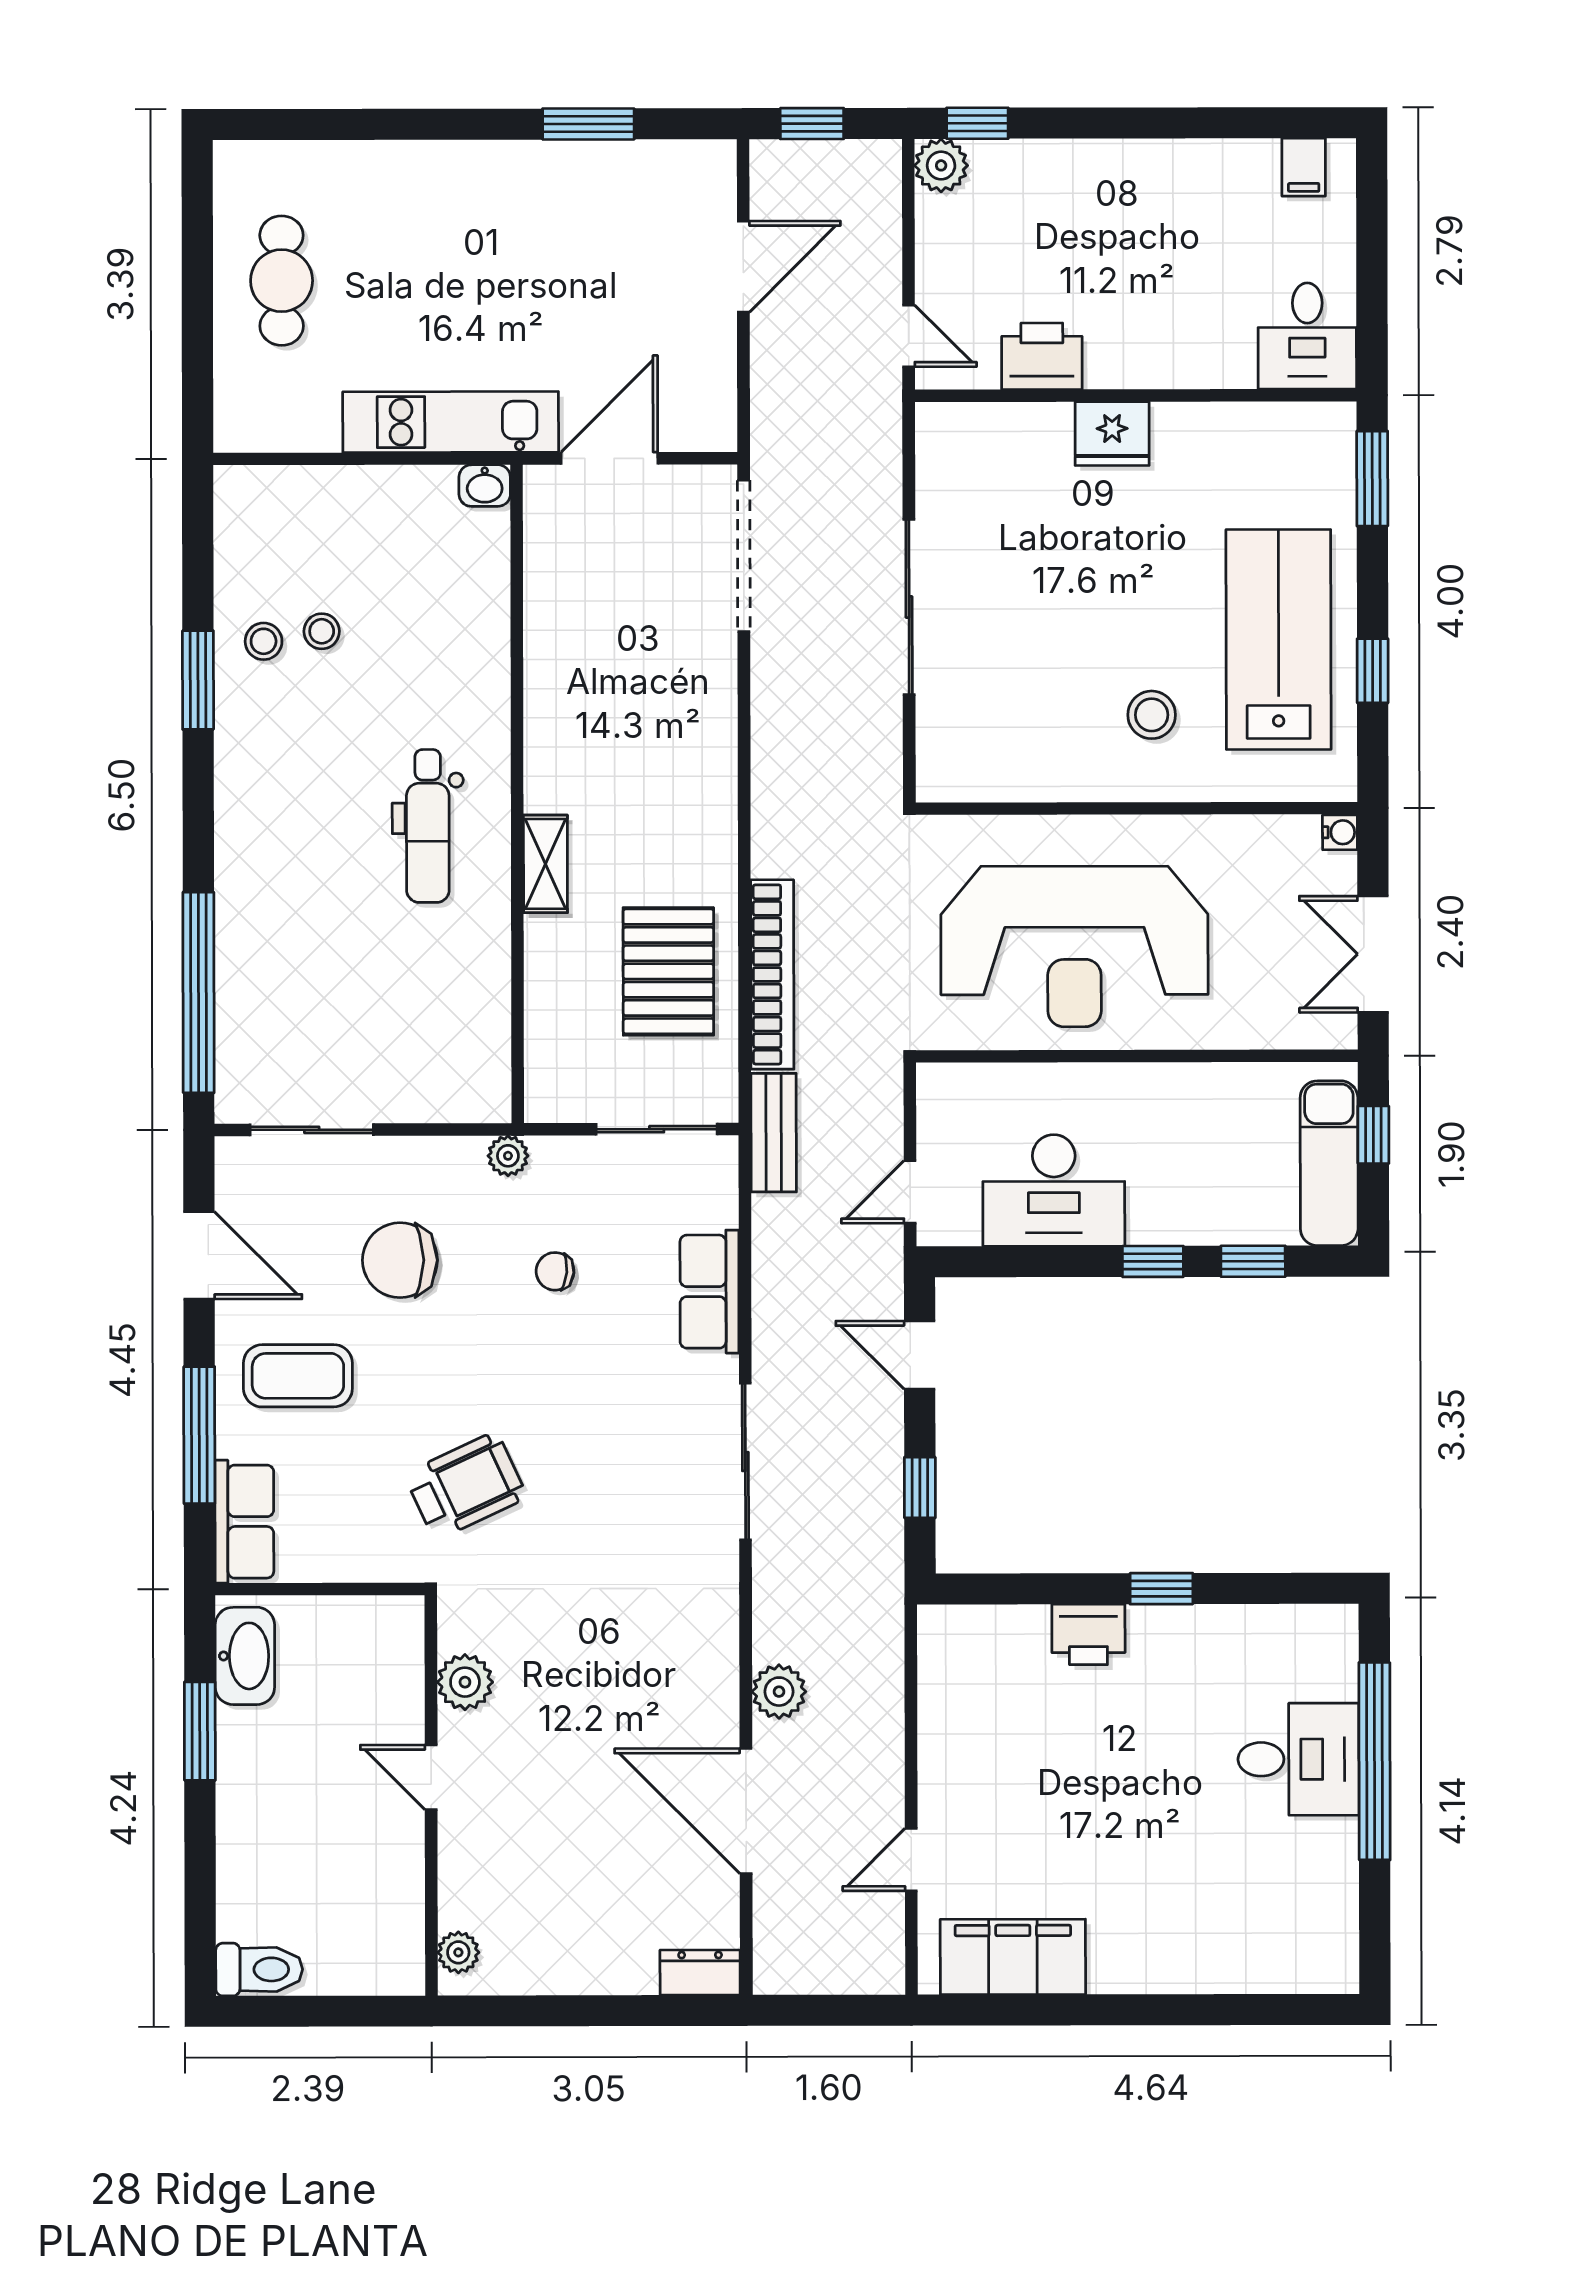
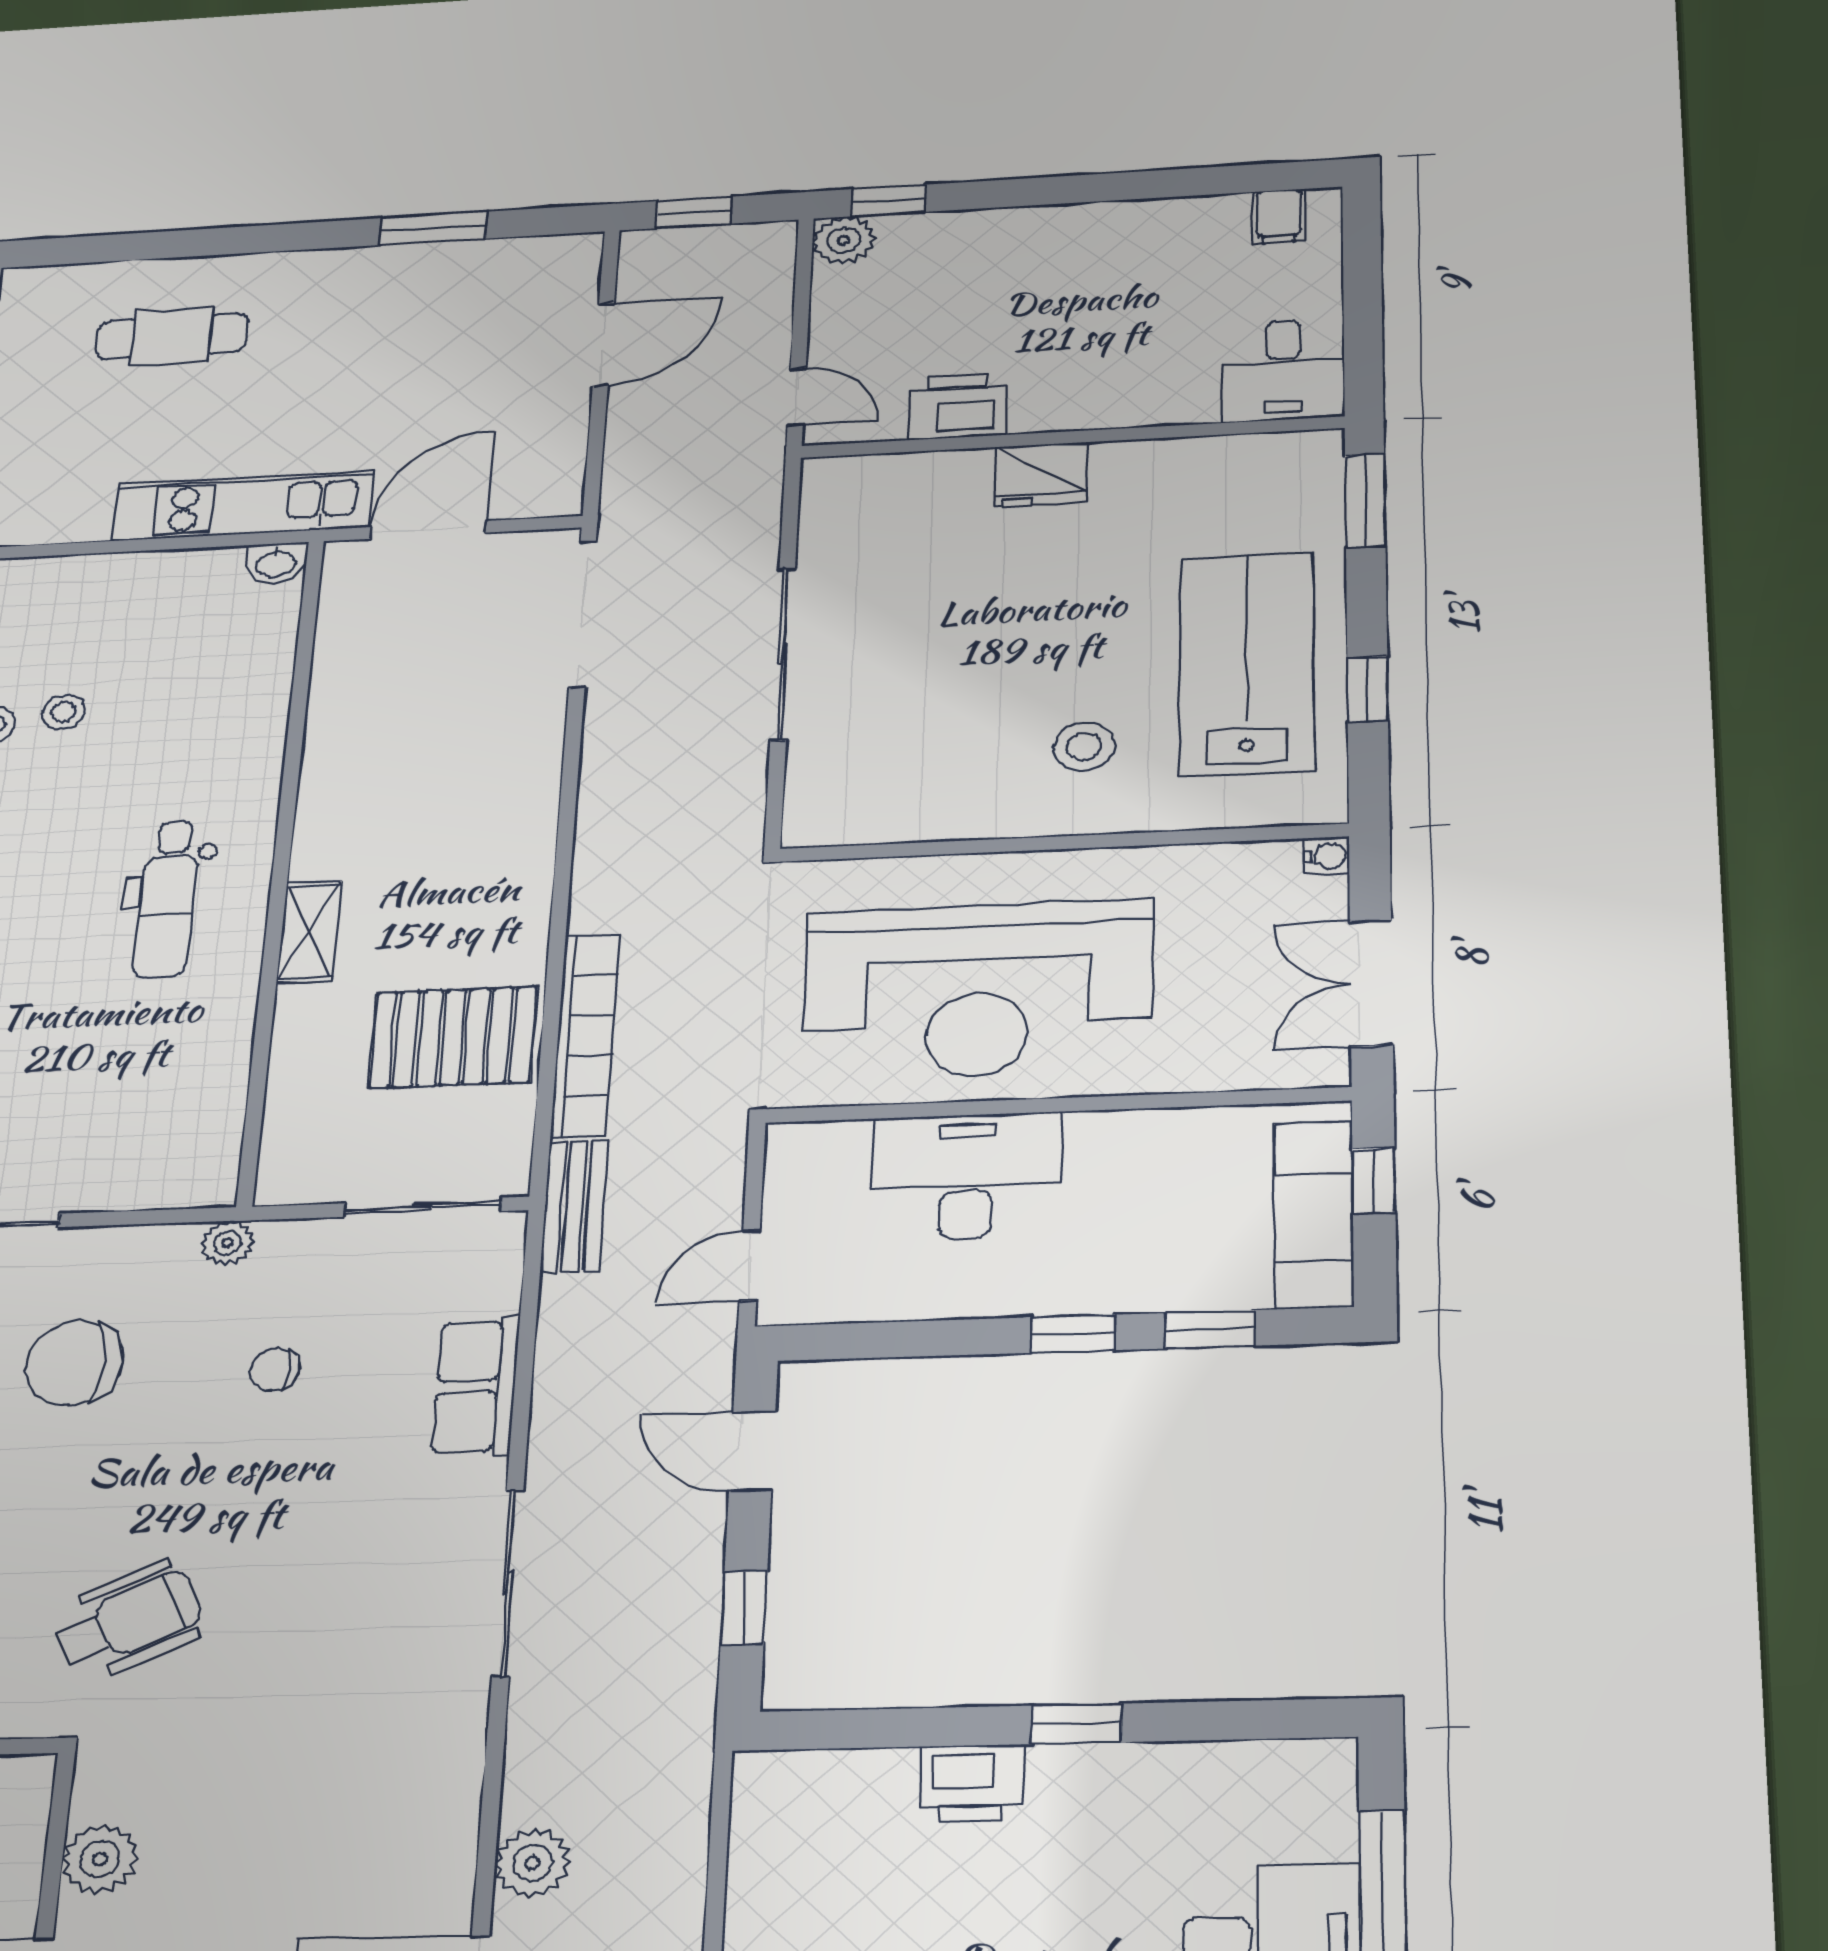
cafe table: (282, 281) -> (172, 336), moved, turned 90
pallet: (668, 971) -> (453, 1037), turned 90
desk: (1054, 1190) -> (966, 1176), moved, turned 180

